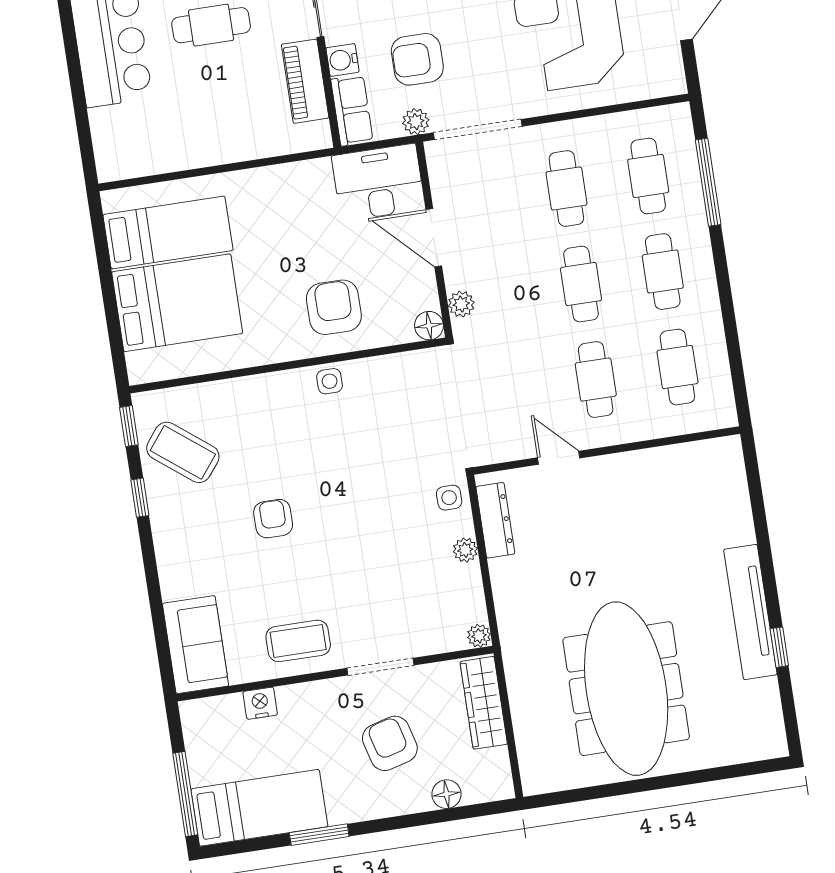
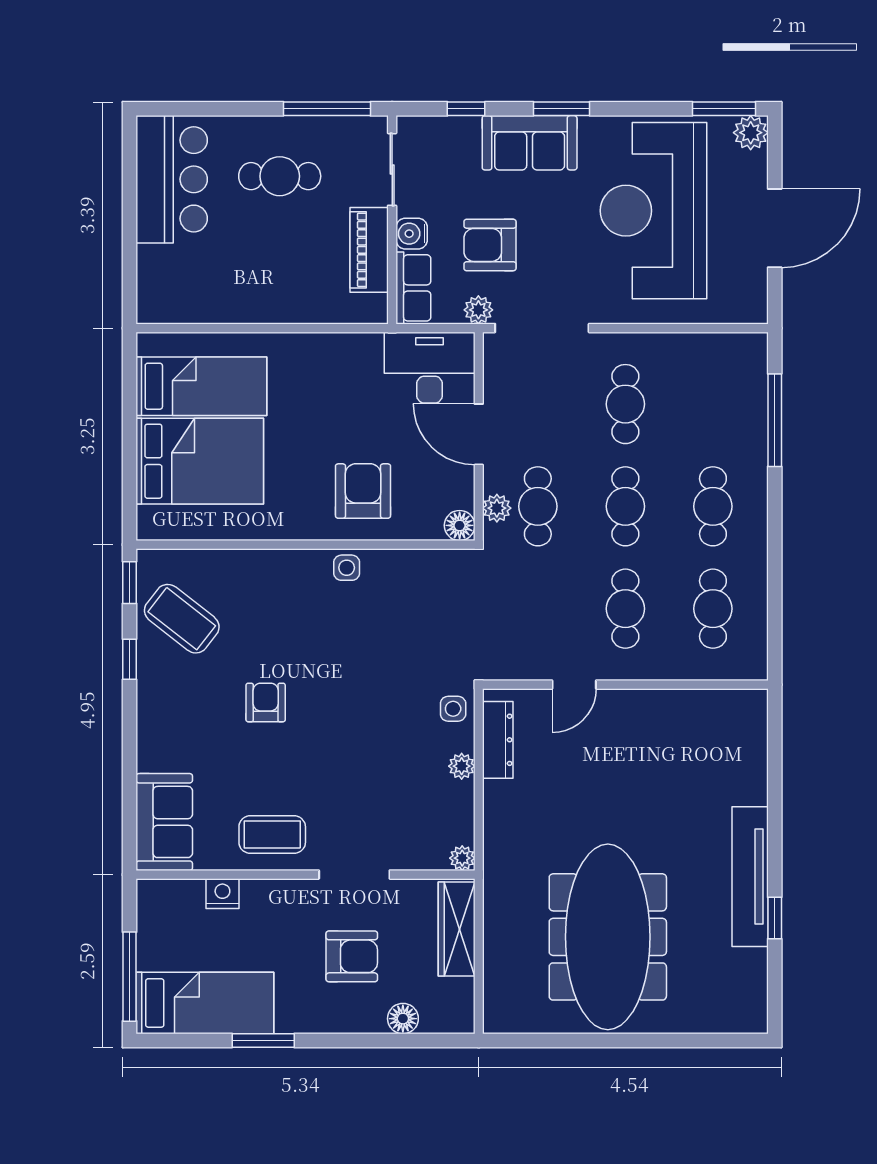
cafe table: (648, 176) -> (538, 506), moved
door: (559, 458) -> (574, 685), swing flipped
armchair: (390, 743) -> (352, 956), turned 105

